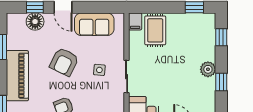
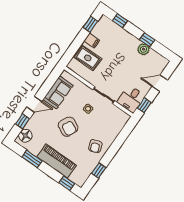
filing cabinet: (135, 21) -> (92, 41), moved
floor lamp: (35, 22) -> (25, 136), moved
plant: (208, 69) -> (143, 49), moved

